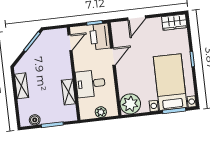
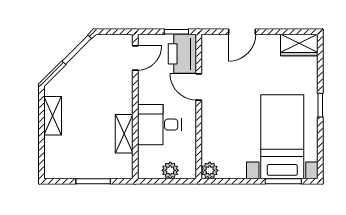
door: (113, 57) -> (199, 87), swing flipped
plant: (130, 104) -> (210, 170), width x0.53, depth x0.53
boiler: (35, 120) -> (67, 171), removed

